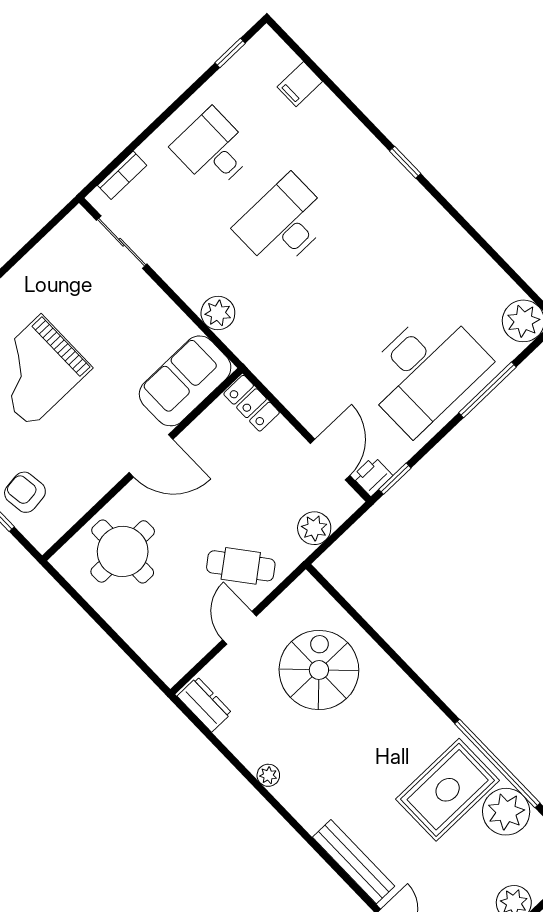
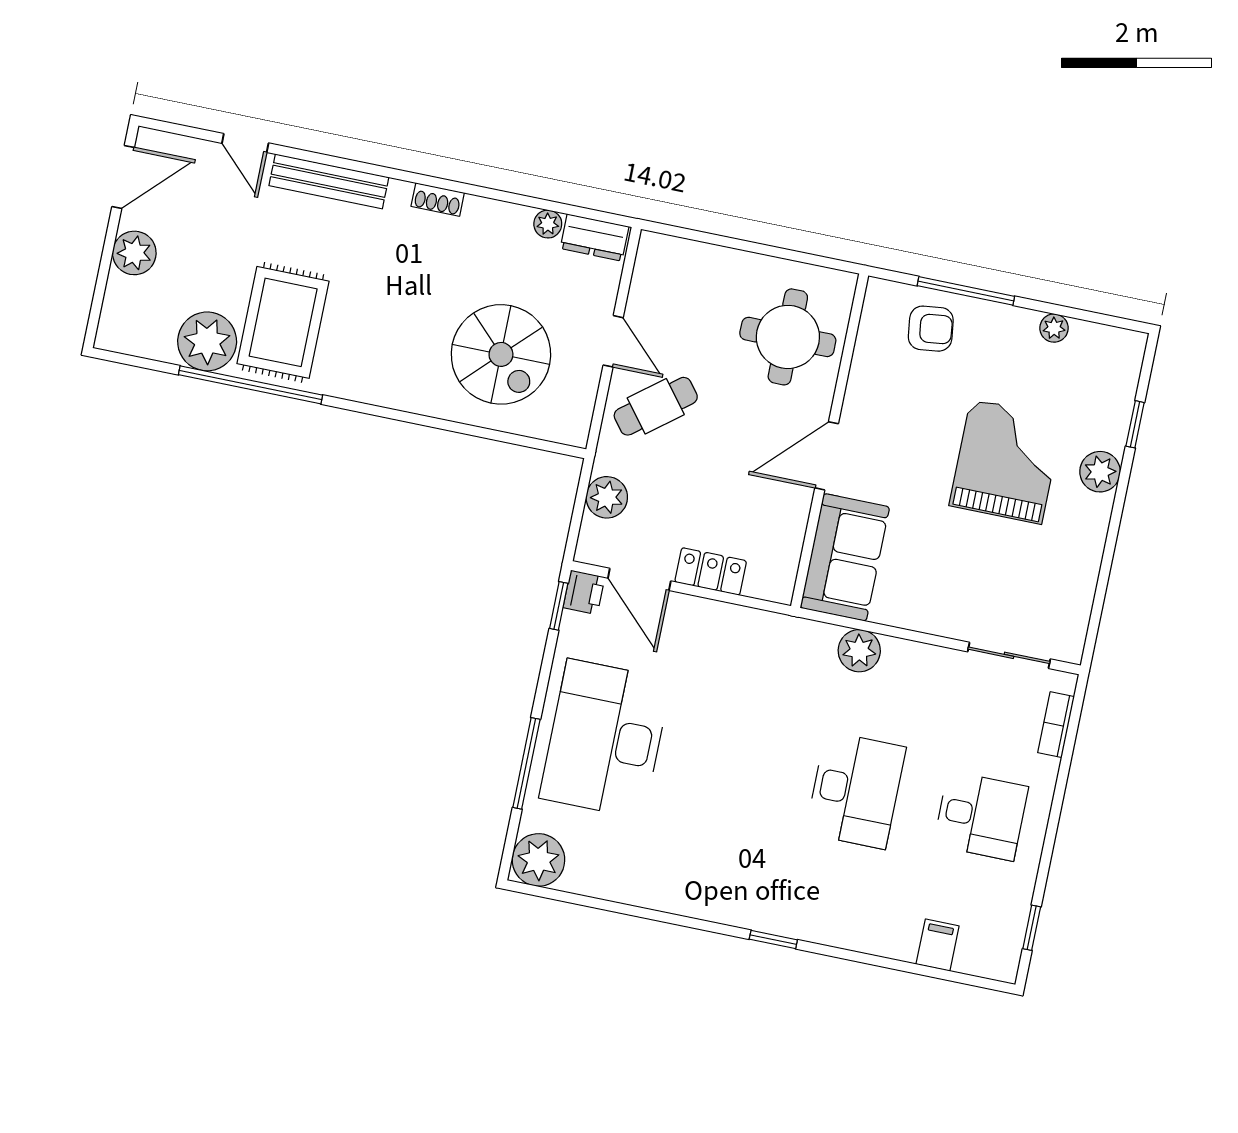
locker: (252, 403) -> (711, 571), moved
plant: (268, 775) -> (548, 224), moved
shoe rack: (290, 800) -> (438, 199), added

